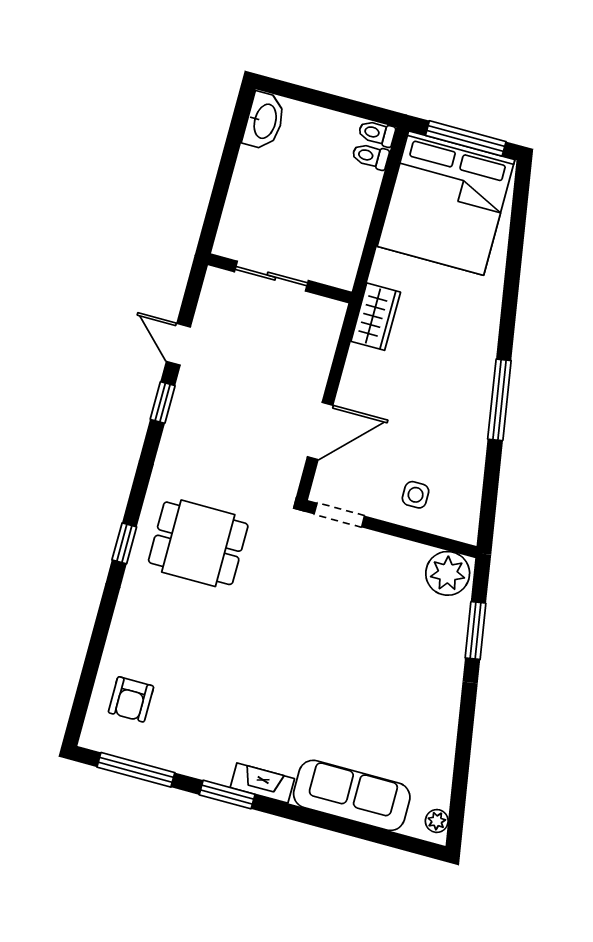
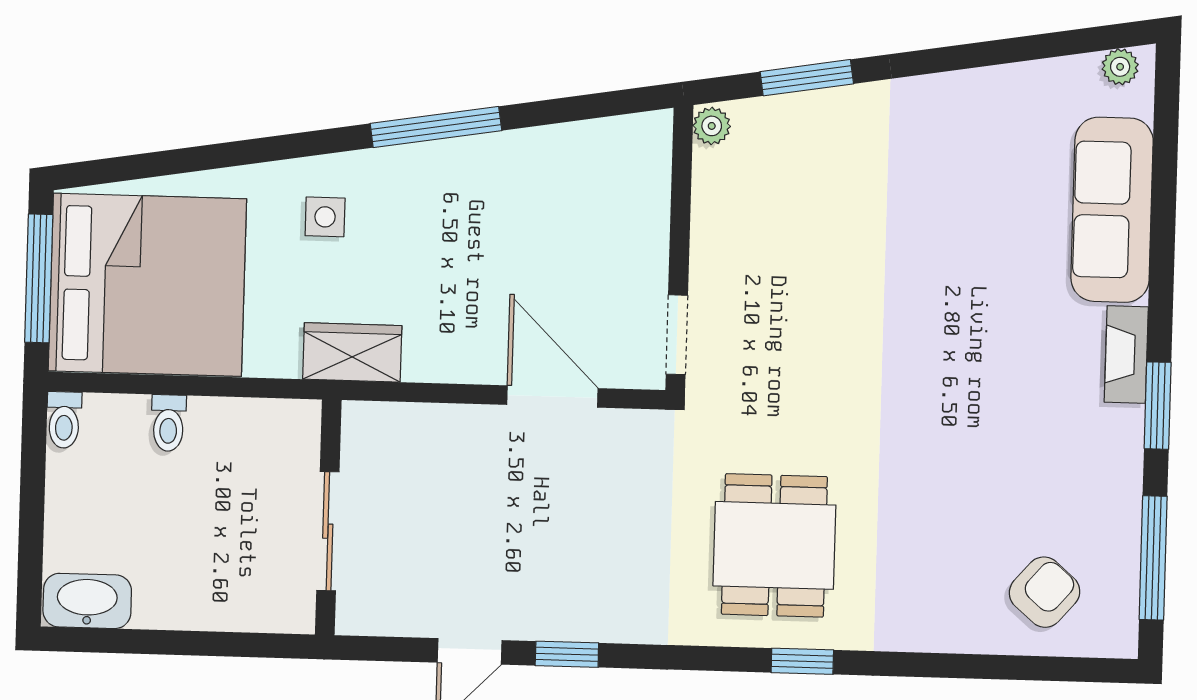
toilet: (370, 156) -> (168, 423), moved
side table: (416, 495) -> (325, 217), moved
plant: (448, 573) -> (712, 126), width x0.53, depth x0.53
armchair: (131, 699) -> (1045, 592), turned -49

